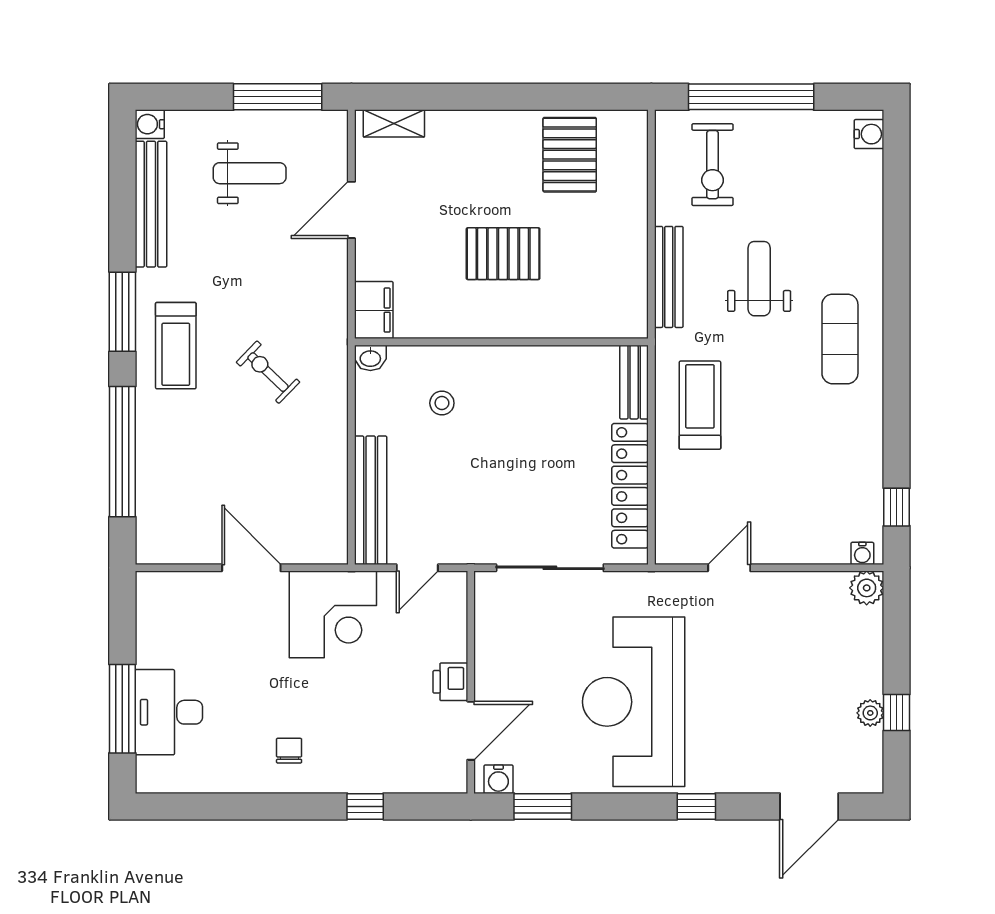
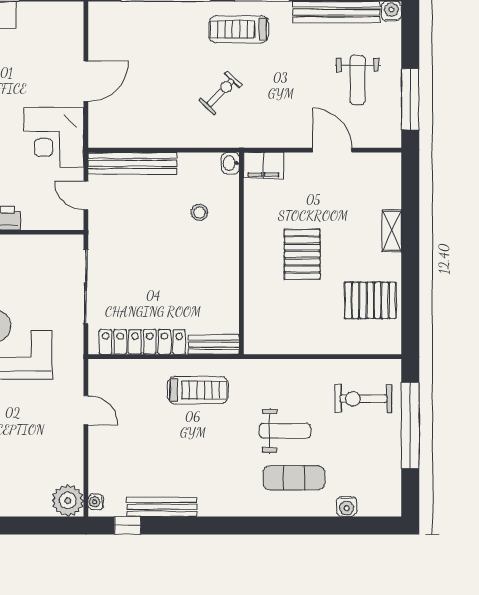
shelving: (394, 123) -> (392, 231), moved
water cooler: (869, 134) -> (347, 506), moved
bench: (669, 277) -> (162, 507), moved
exercise mat: (840, 339) -> (294, 478), moved
plant: (867, 588) -> (68, 501), width x1.36, depth x1.36

